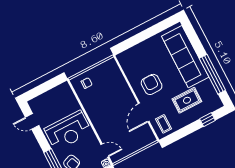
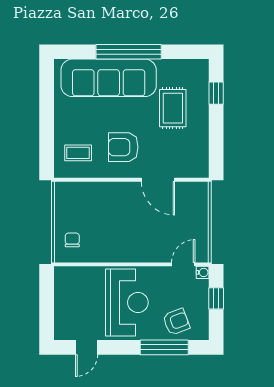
window: (212, 74) -> (129, 52), moved
coffee table: (164, 124) -> (78, 153), moved

